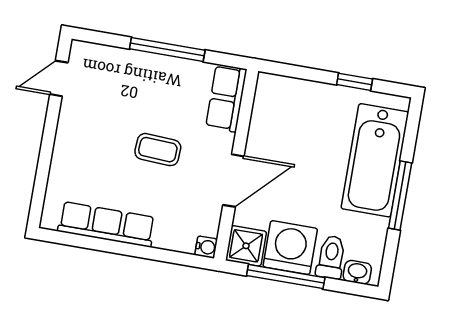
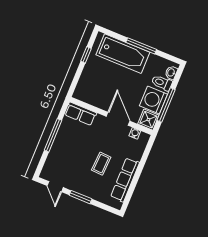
window: (49, 138) -> (81, 197), added
coffee table: (158, 150) -> (101, 164), moved
water cooler: (206, 247) -> (135, 133), moved

